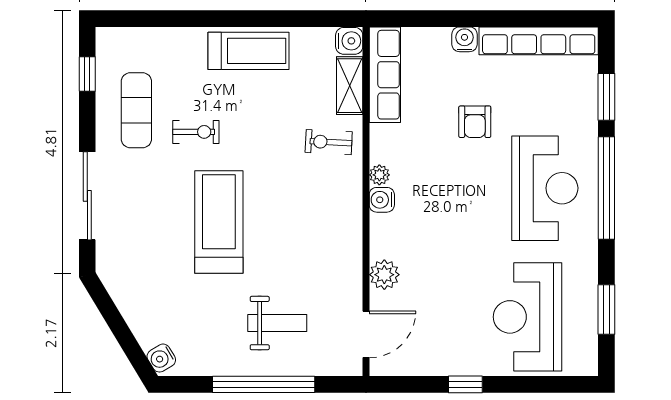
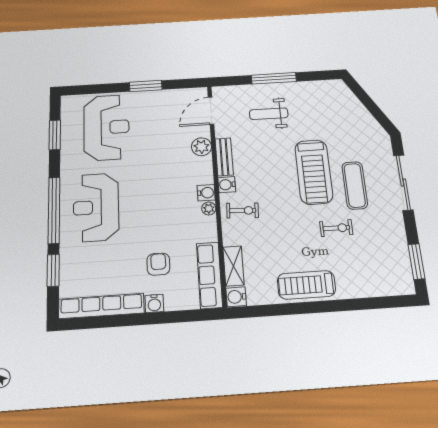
window: (87, 74) -> (416, 261), width x1.50
exercise mat: (136, 110) -> (355, 185), moved
armchair: (475, 122) -> (158, 264), moved
exercise bike: (196, 132) -> (336, 228), turned 180
exercise bike: (329, 142) -> (243, 210), moved
bench: (351, 256) -> (224, 157), added
water cooler: (161, 358) -> (227, 185), moved, turned -149
window: (264, 384) -> (274, 78), width x0.68
window: (465, 384) -> (146, 86), width x1.50

